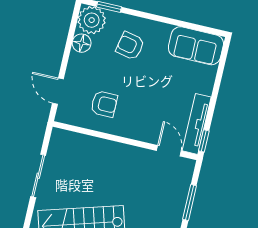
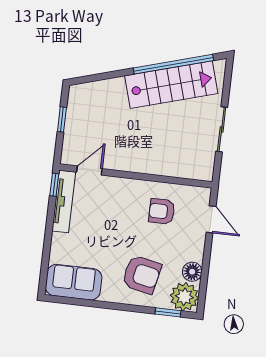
armchair: (130, 46) -> (142, 275), width x1.38, depth x1.38
door: (169, 151) -> (89, 170), swing flipped
window: (190, 202) -> (62, 119), width x0.67

